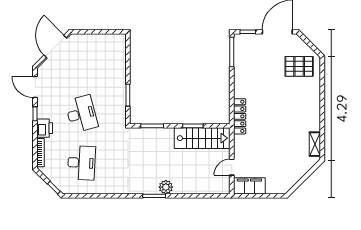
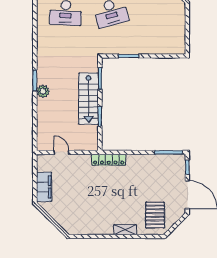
stairs: (202, 138) -> (88, 99), moved
shelving: (315, 144) -> (125, 230), moved
filing cabinet: (249, 186) -> (44, 187), moved

